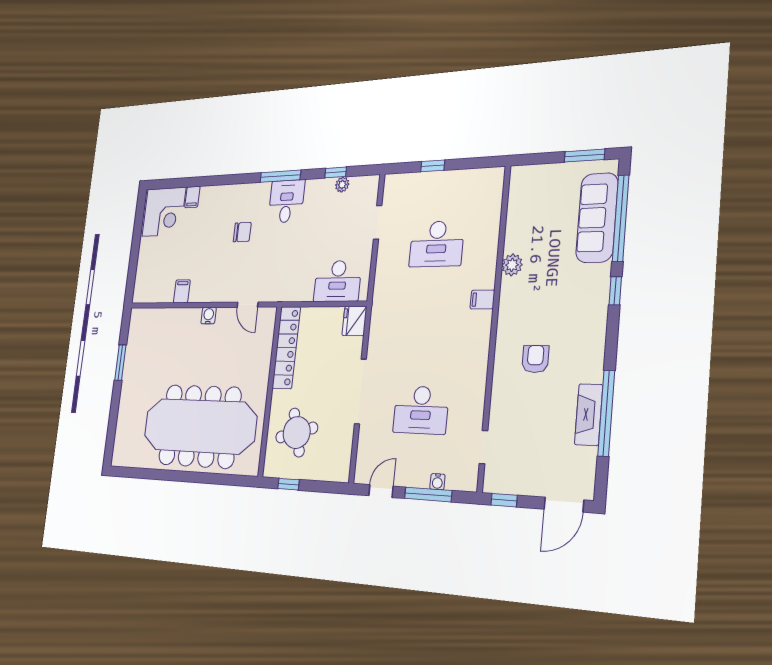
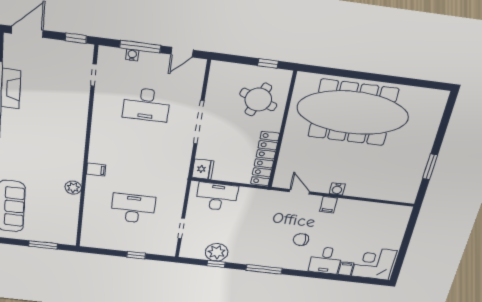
window: (584, 156) -> (43, 245), moved
plant: (342, 185) -> (217, 252), width x1.87, depth x1.87
desk: (286, 201) -> (326, 260), moved
filing cabinet: (182, 291) -> (328, 205), moved
armchair: (535, 359) -> (53, 128), removed
desk: (421, 410) -> (146, 105), turned 180
round table: (297, 432) -> (258, 100), turned 37

